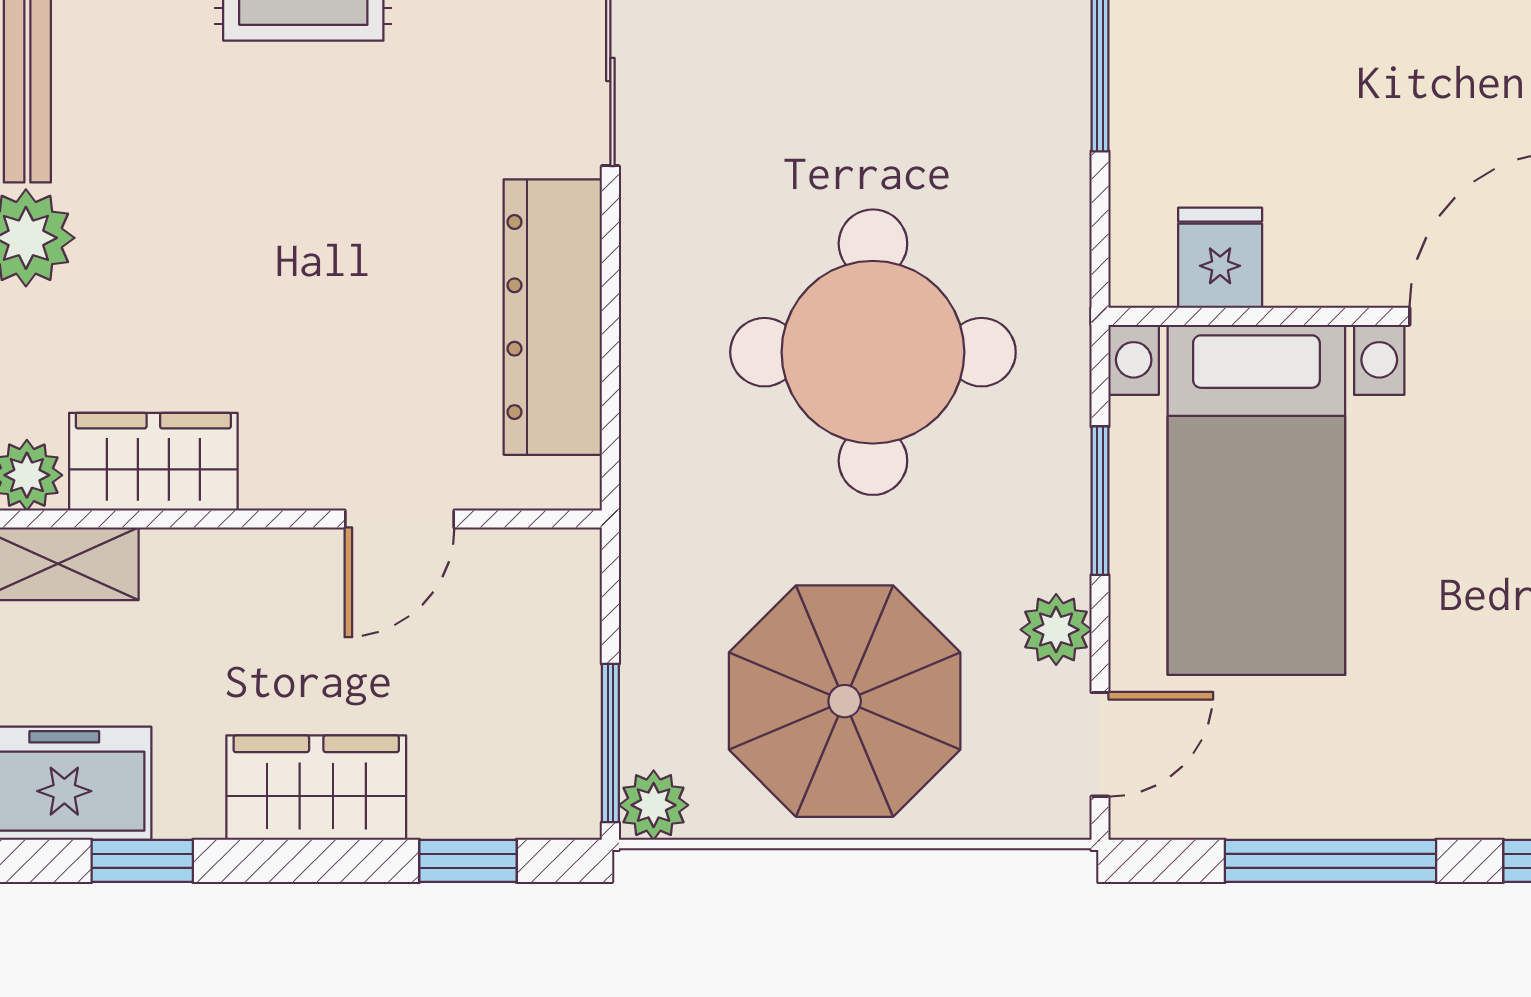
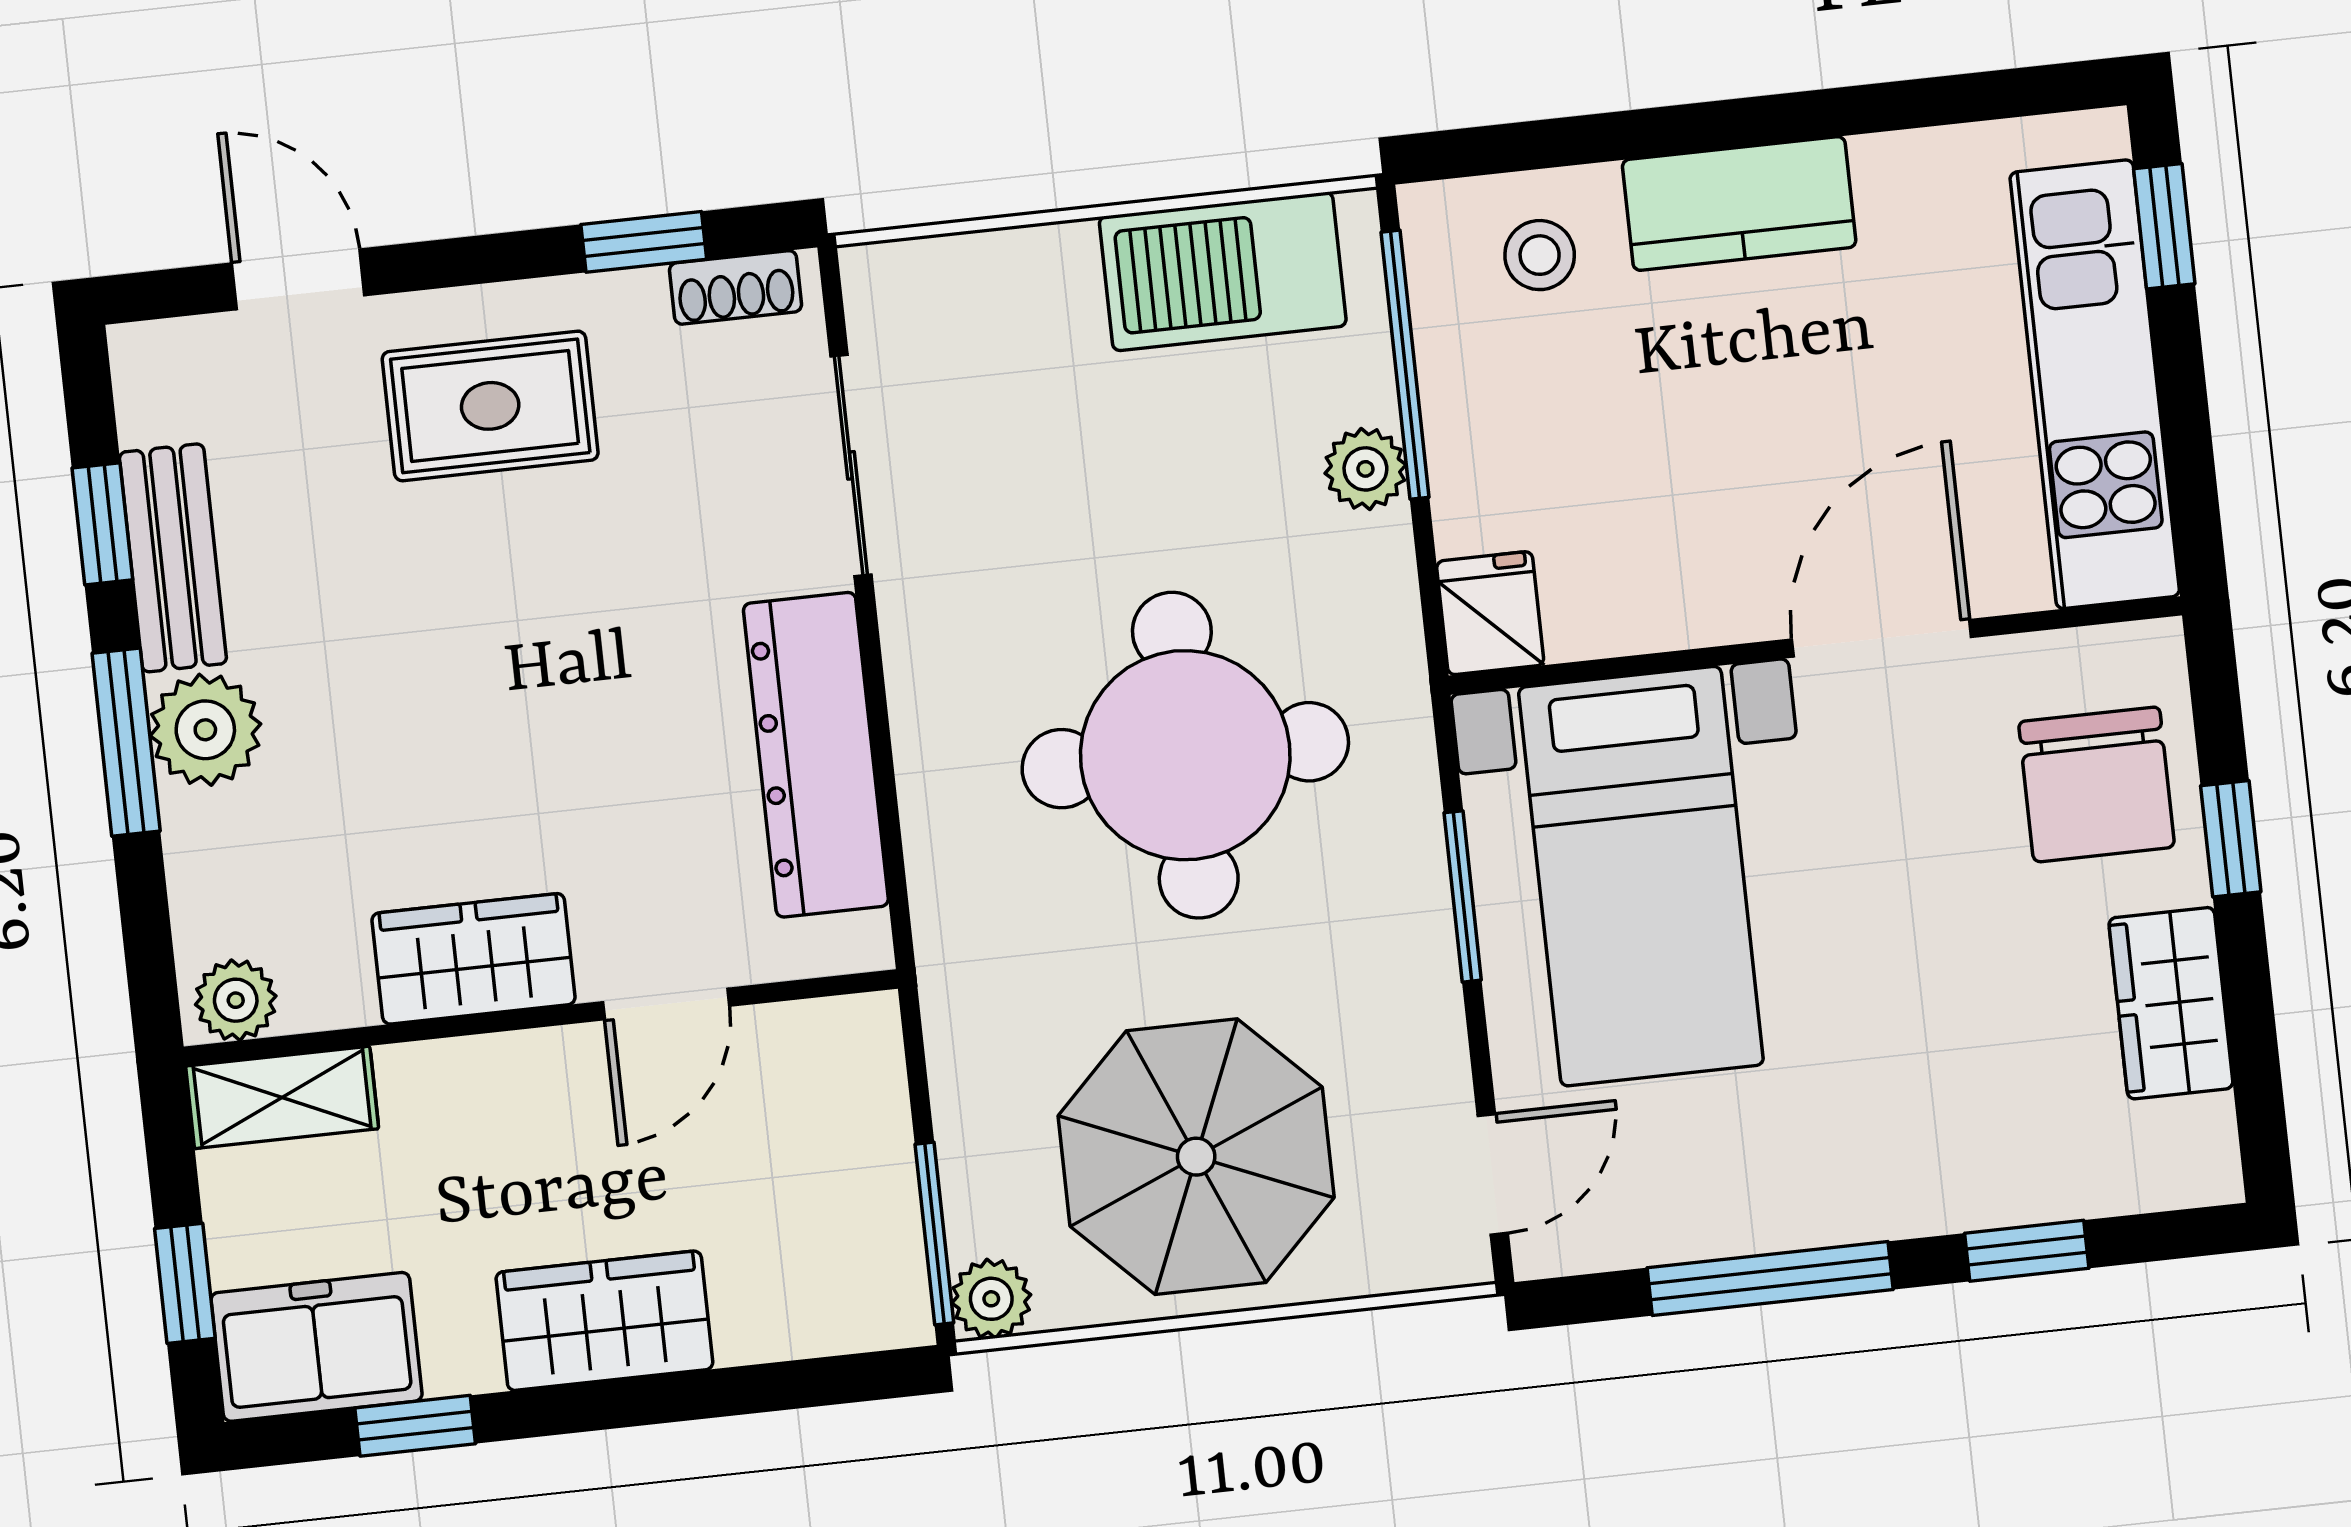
fridge: (1220, 258) -> (1490, 613), moved
wardrobe: (153, 462) -> (474, 959), moved
plant: (1056, 630) -> (1365, 469), moved
window: (468, 861) -> (786, 1385), removed

